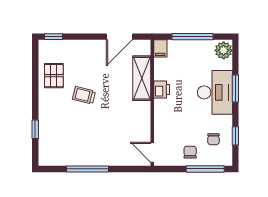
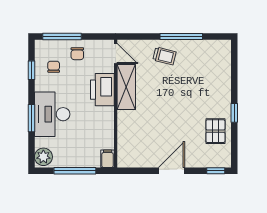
door: (119, 37) -> (171, 171), moved
shelving: (142, 78) -> (126, 87), moved
printer: (162, 90) -> (102, 90), moved, width x1.87, depth x1.48
trolley: (84, 95) -> (164, 56), moved
window: (35, 129) -> (234, 113), moved

